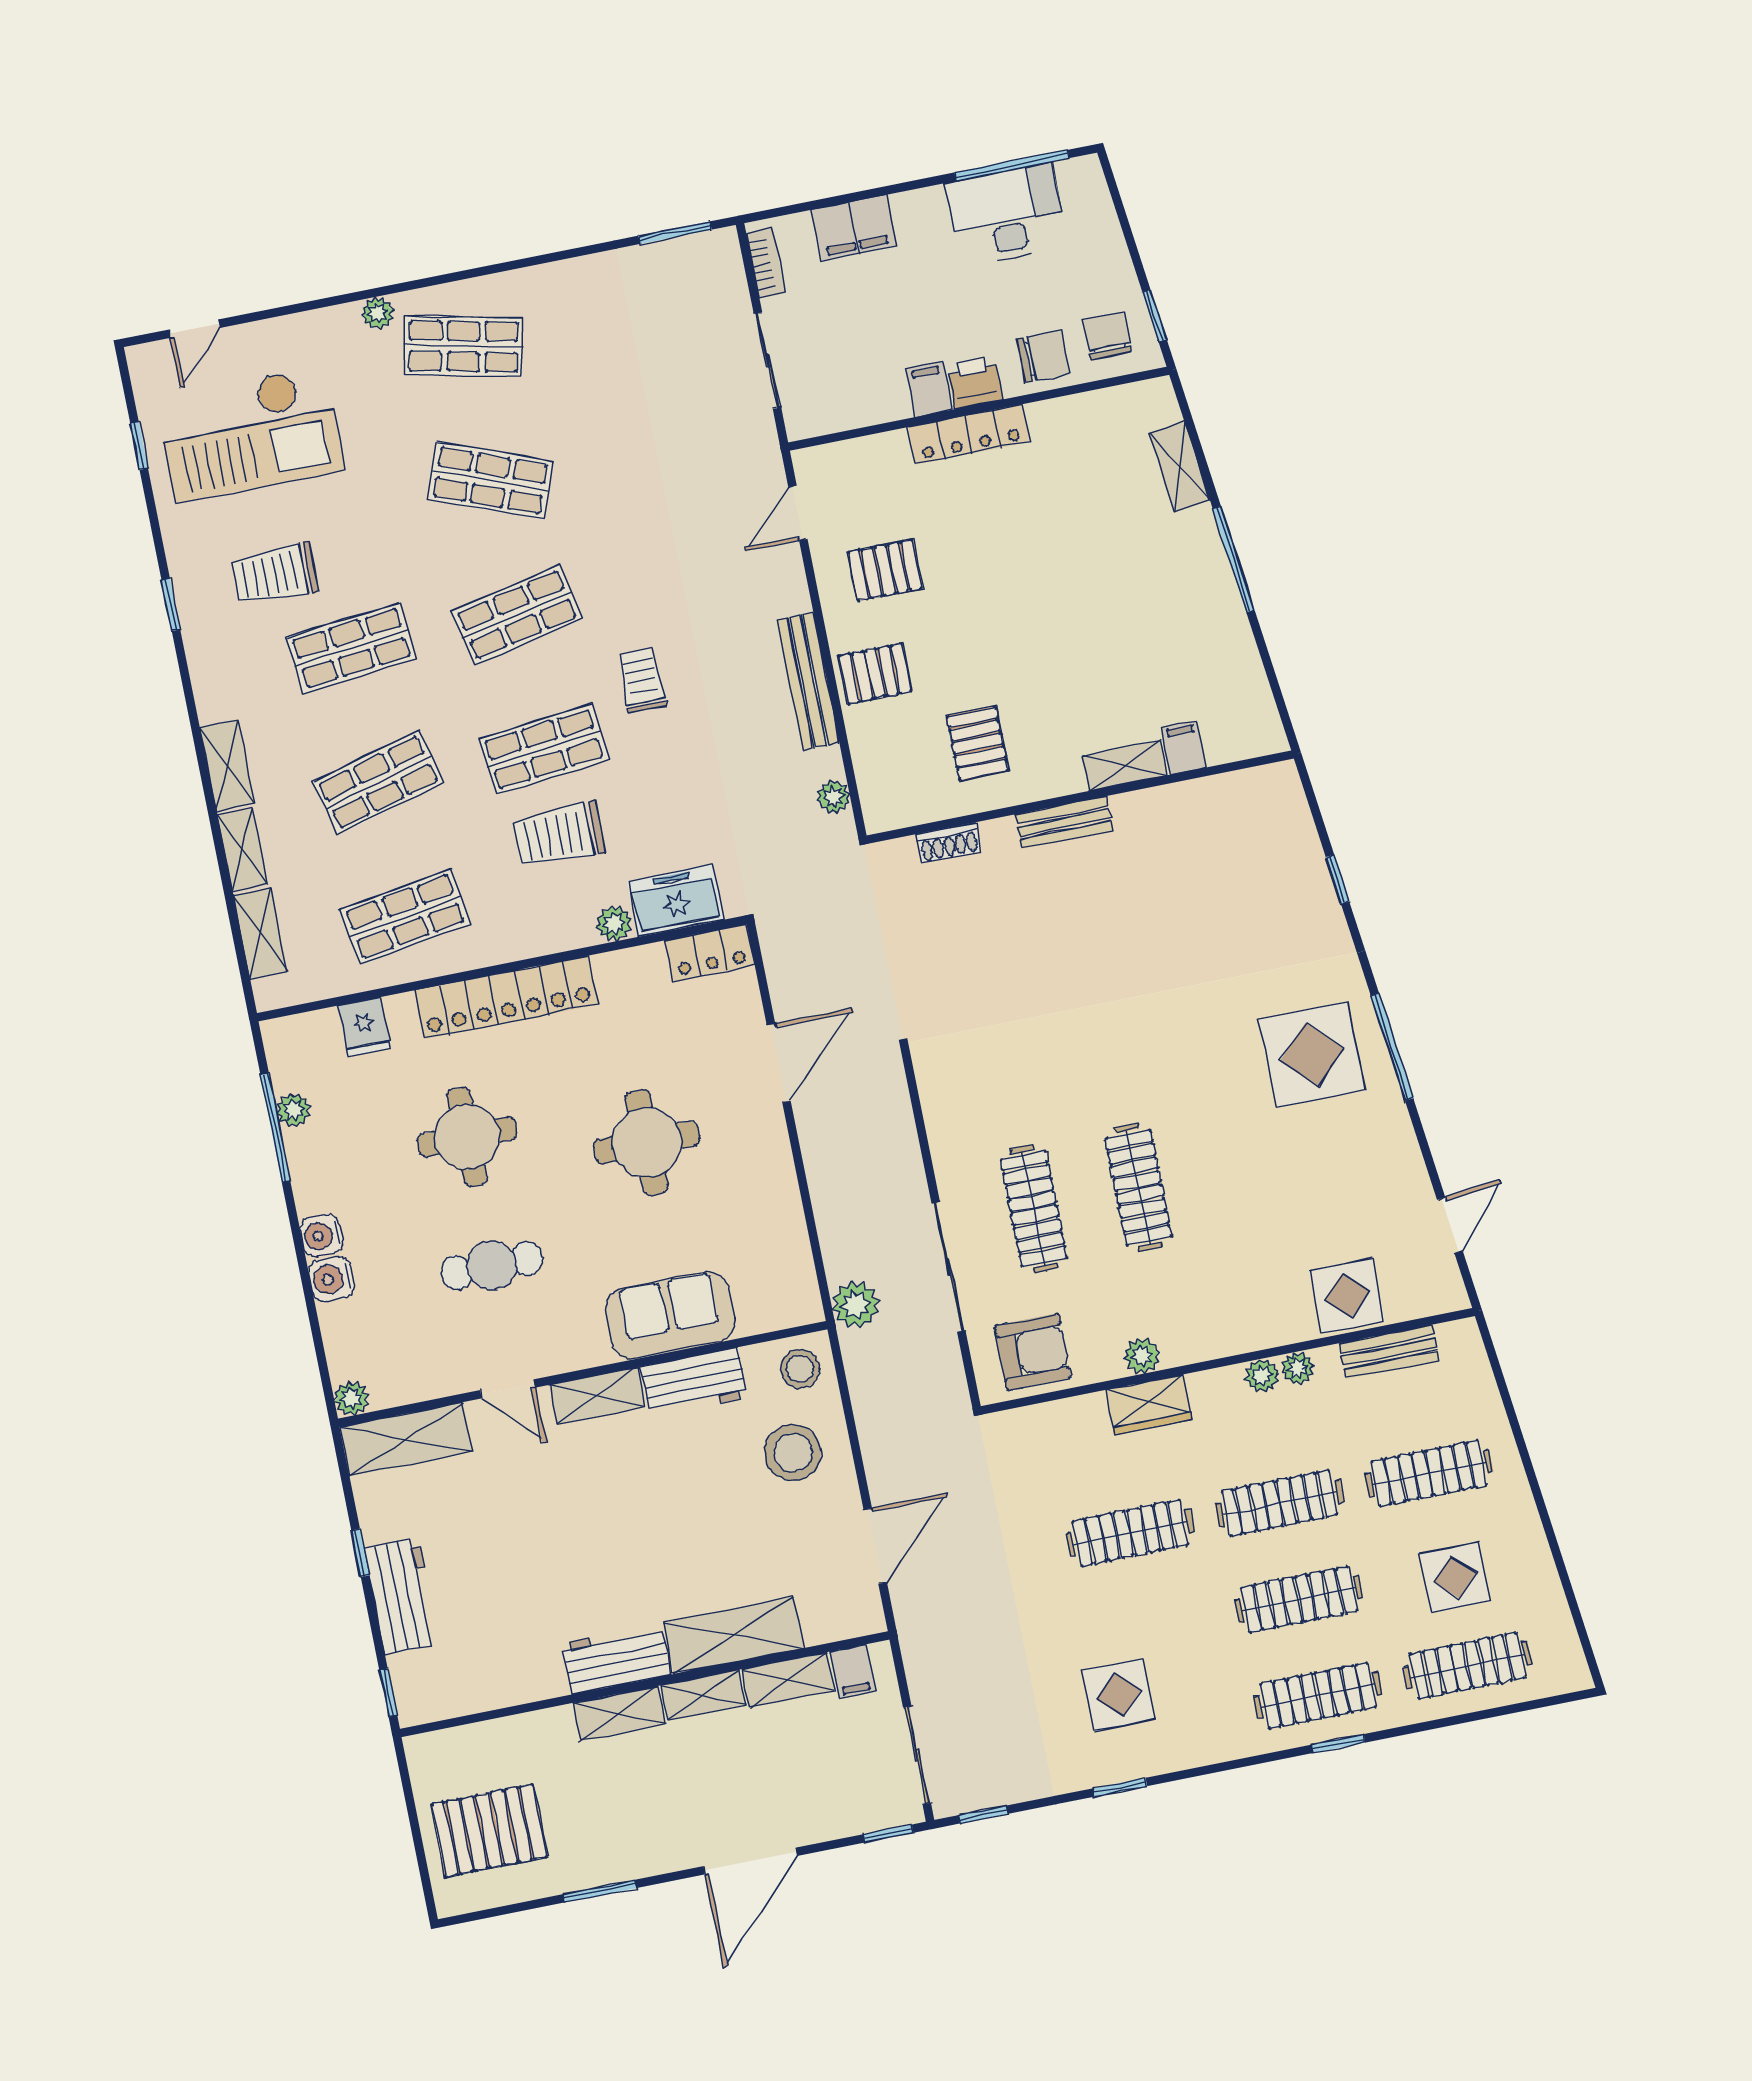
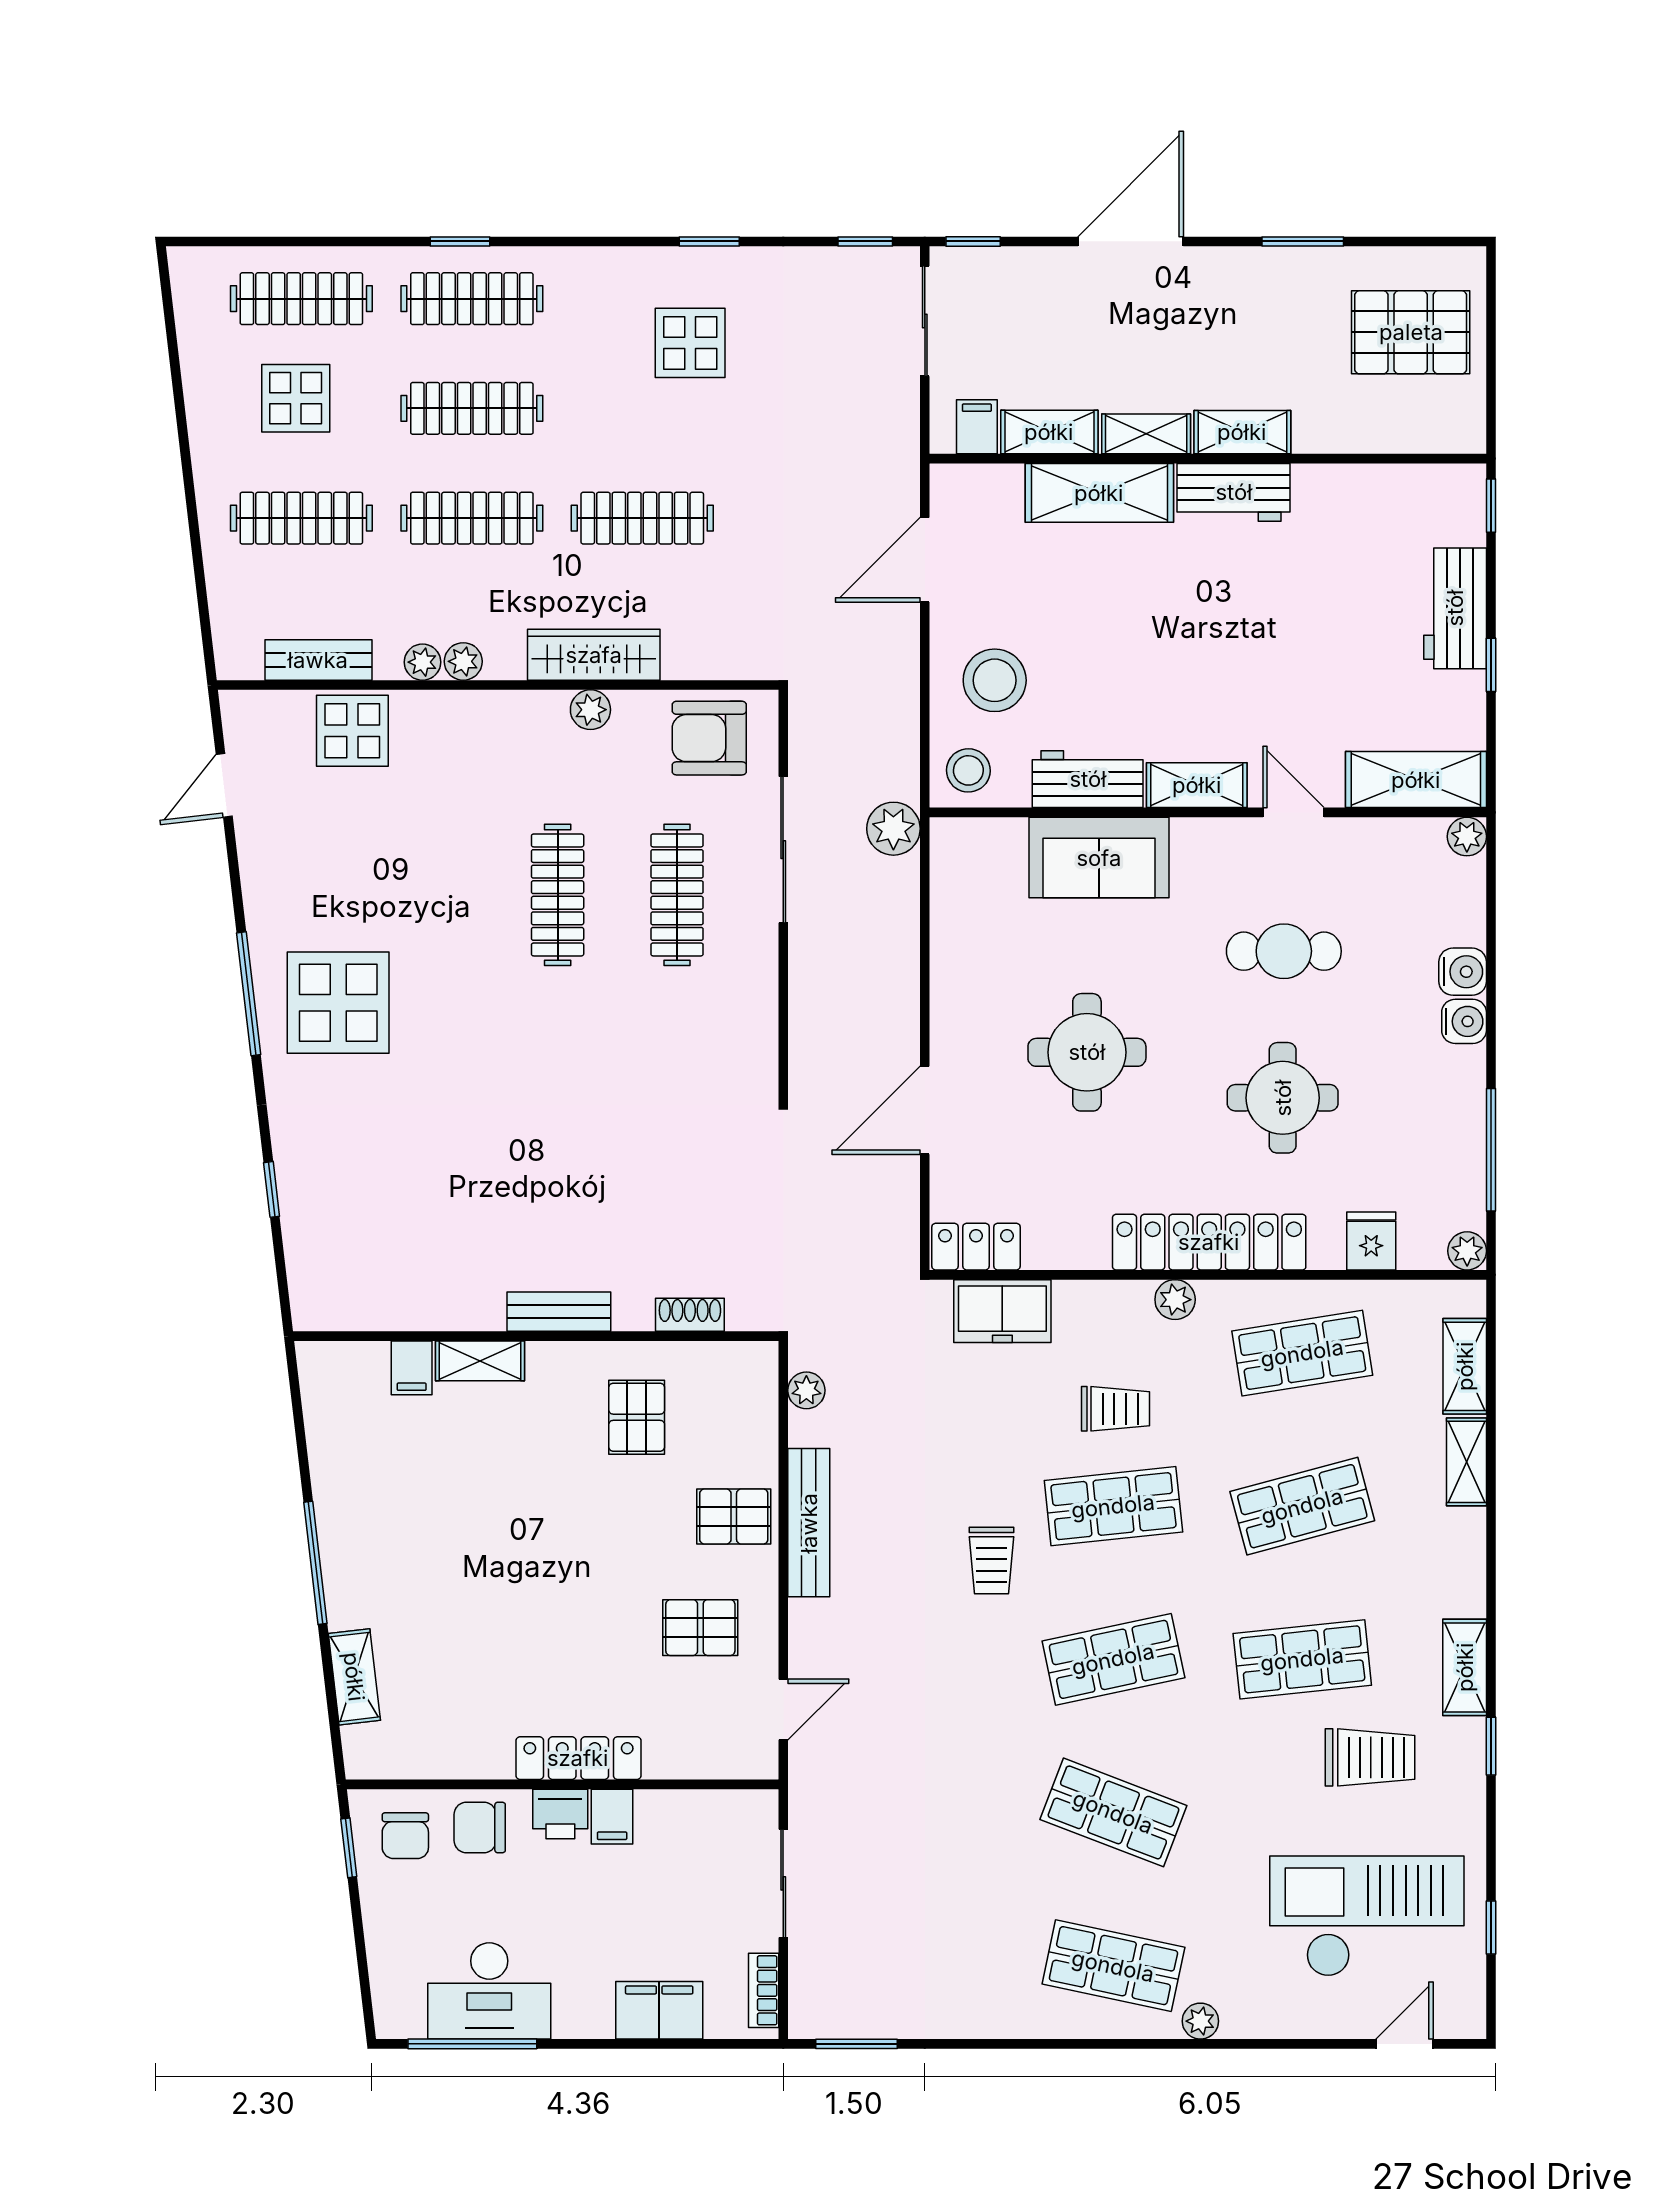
shelving: (227, 765) -> (1465, 1667), moved
trolley: (559, 835) -> (1115, 1409), width x0.73, depth x0.72
plant: (614, 924) -> (1175, 1300), moved
plant: (294, 1110) -> (1467, 1251), moved
wardrobe: (1149, 1405) -> (594, 655), width x1.50

